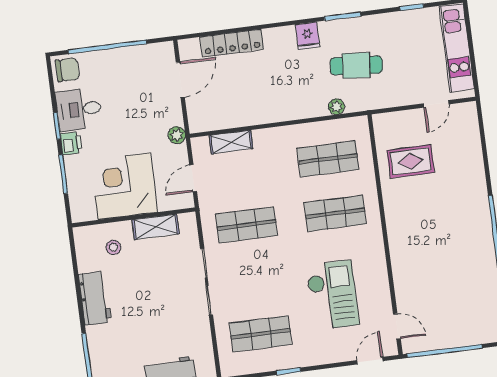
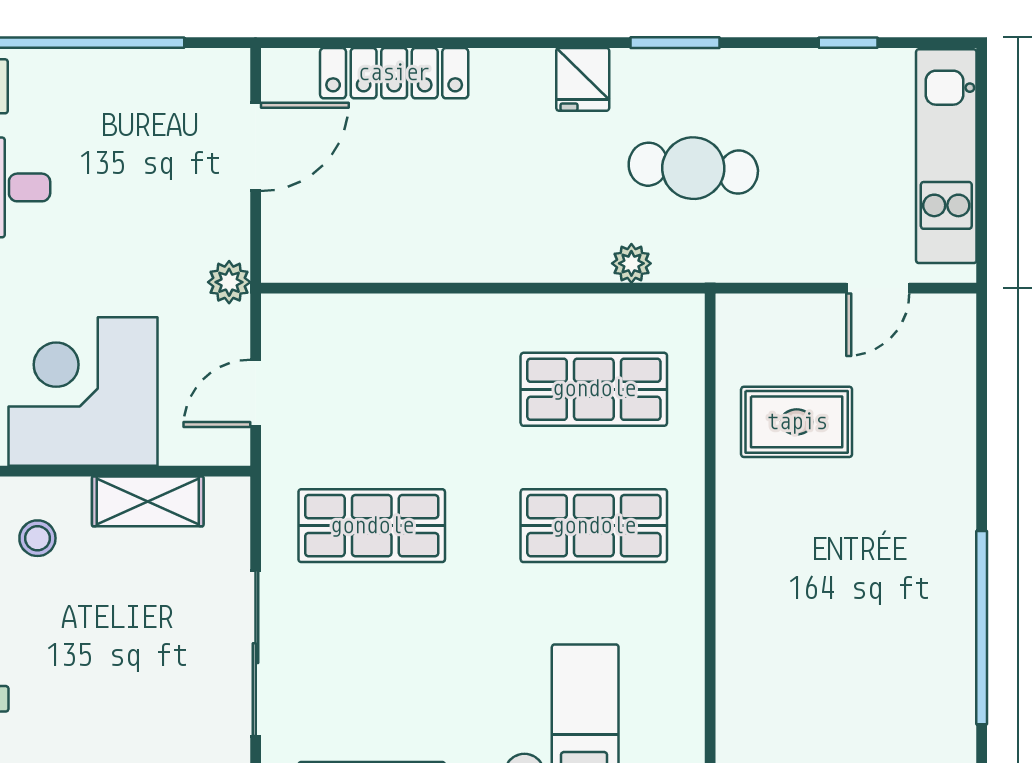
shelving: (231, 142) -> (361, 317), removed

